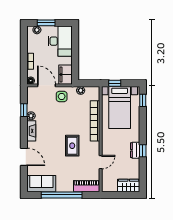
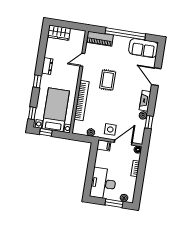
filing cabinet: (65, 75) -> (104, 145), width x0.50
window: (115, 83) -> (46, 132), moved
door: (47, 85) -> (123, 143), swing flipped
window: (143, 151) -> (37, 81), moved

